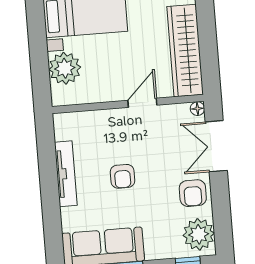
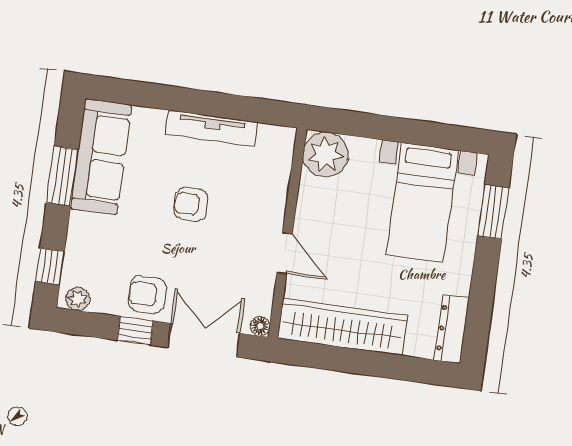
plant: (65, 68) -> (326, 154), moved
window: (220, 196) -> (135, 331), added
plant: (199, 234) -> (78, 299), width x0.53, depth x0.53

